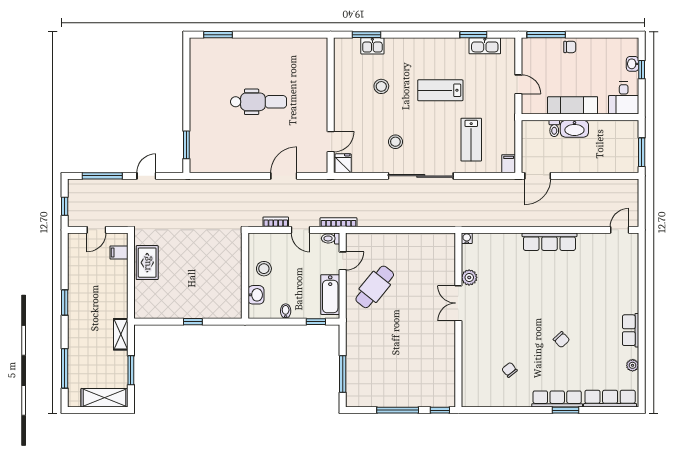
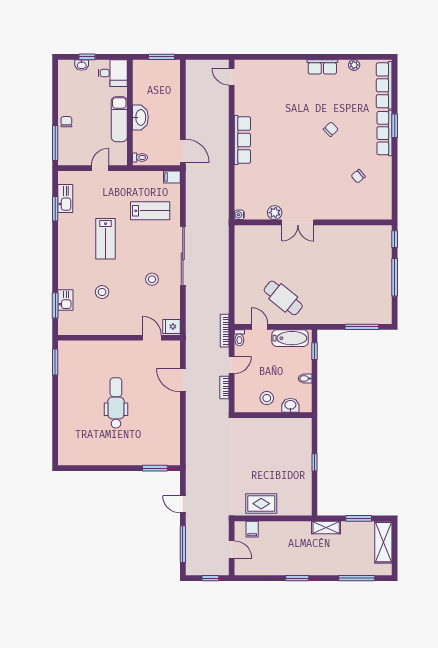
window: (218, 35) -> (55, 362), moved
toilet: (554, 128) -> (140, 157), moved

